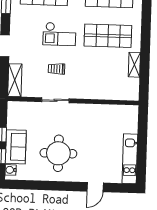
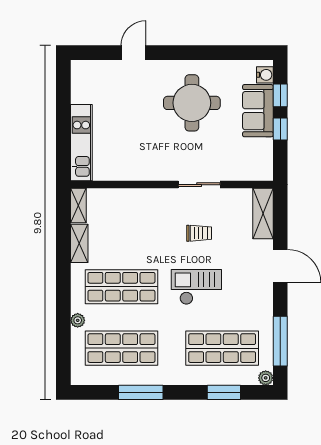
plant: (137, 15) -> (78, 320), added
shelving: (134, 89) -> (78, 205), added
kitchen unit: (130, 159) -> (81, 143), moved

